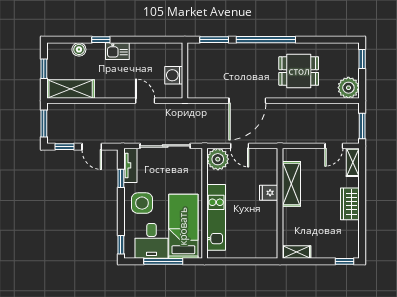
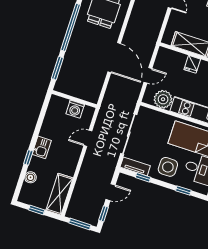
plant: (218, 159) -> (163, 99), moved
window: (121, 245) -> (183, 190), moved

